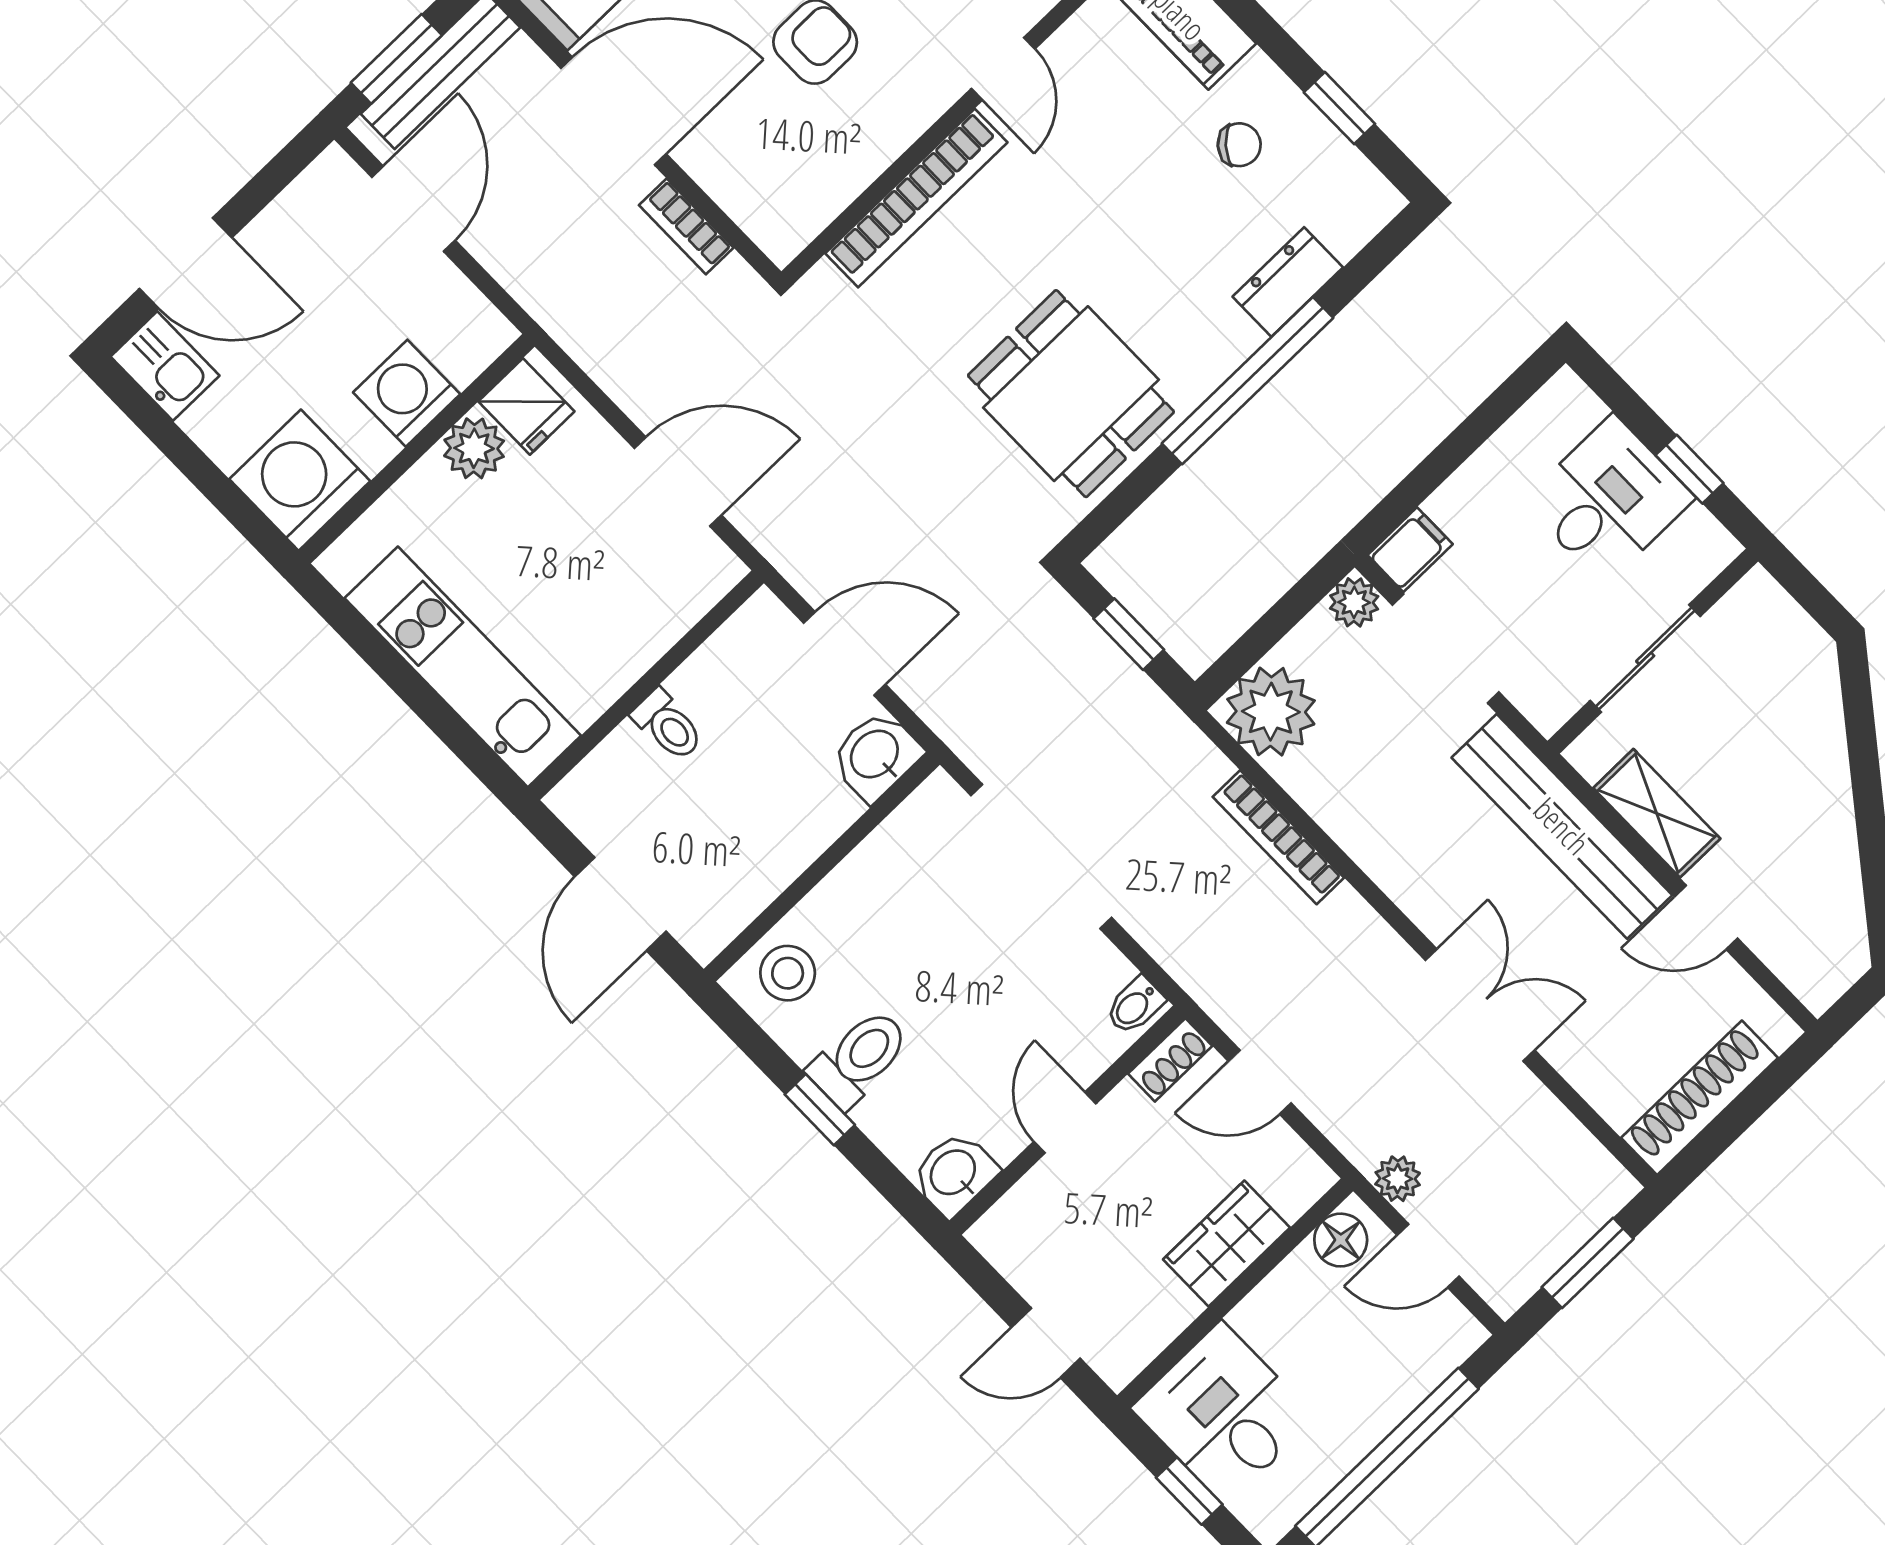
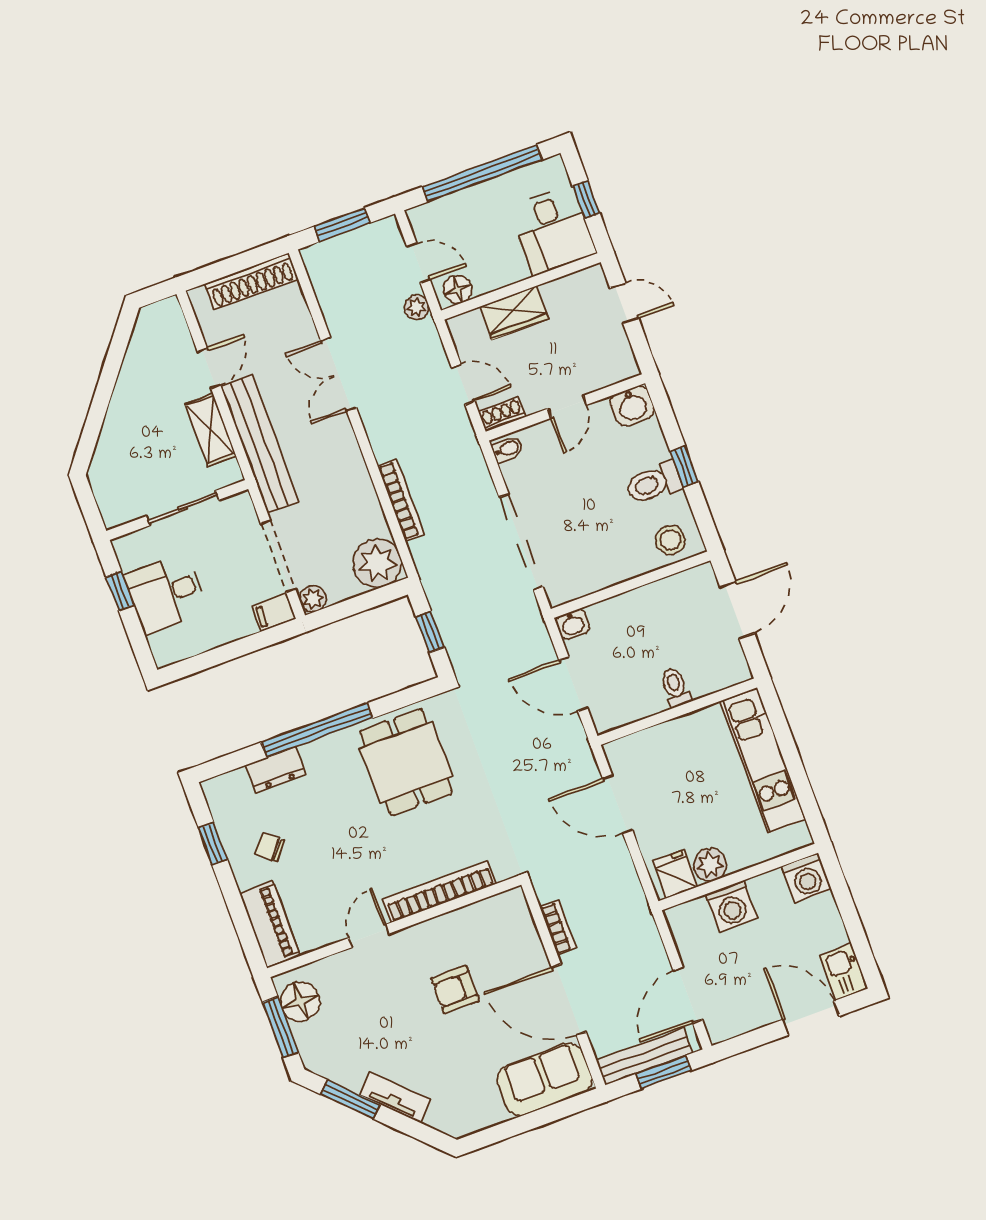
washing machine: (300, 480) -> (807, 878), width x0.73, depth x0.73
washbasin: (876, 755) -> (573, 624), width x0.72, depth x0.69
door: (1706, 917) -> (209, 368), hinge flipped

